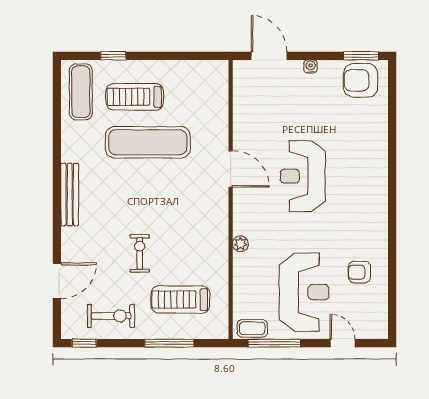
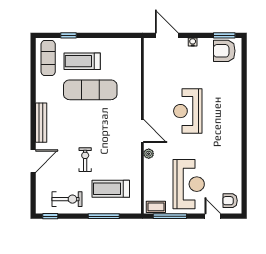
door: (231, 169) -> (142, 131), moved
armchair: (359, 272) -> (230, 201), moved
door: (57, 281) -> (33, 161), moved

